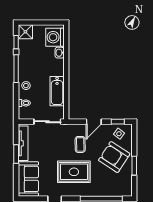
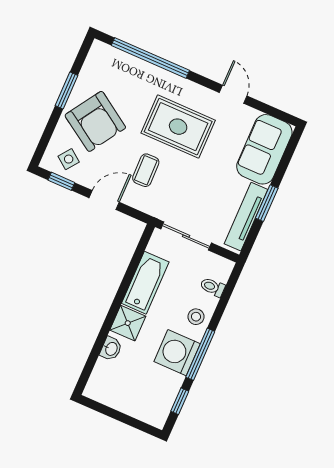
shower: (25, 32) -> (128, 323), moved
washing machine: (55, 37) -> (177, 353), moved, turned 180

